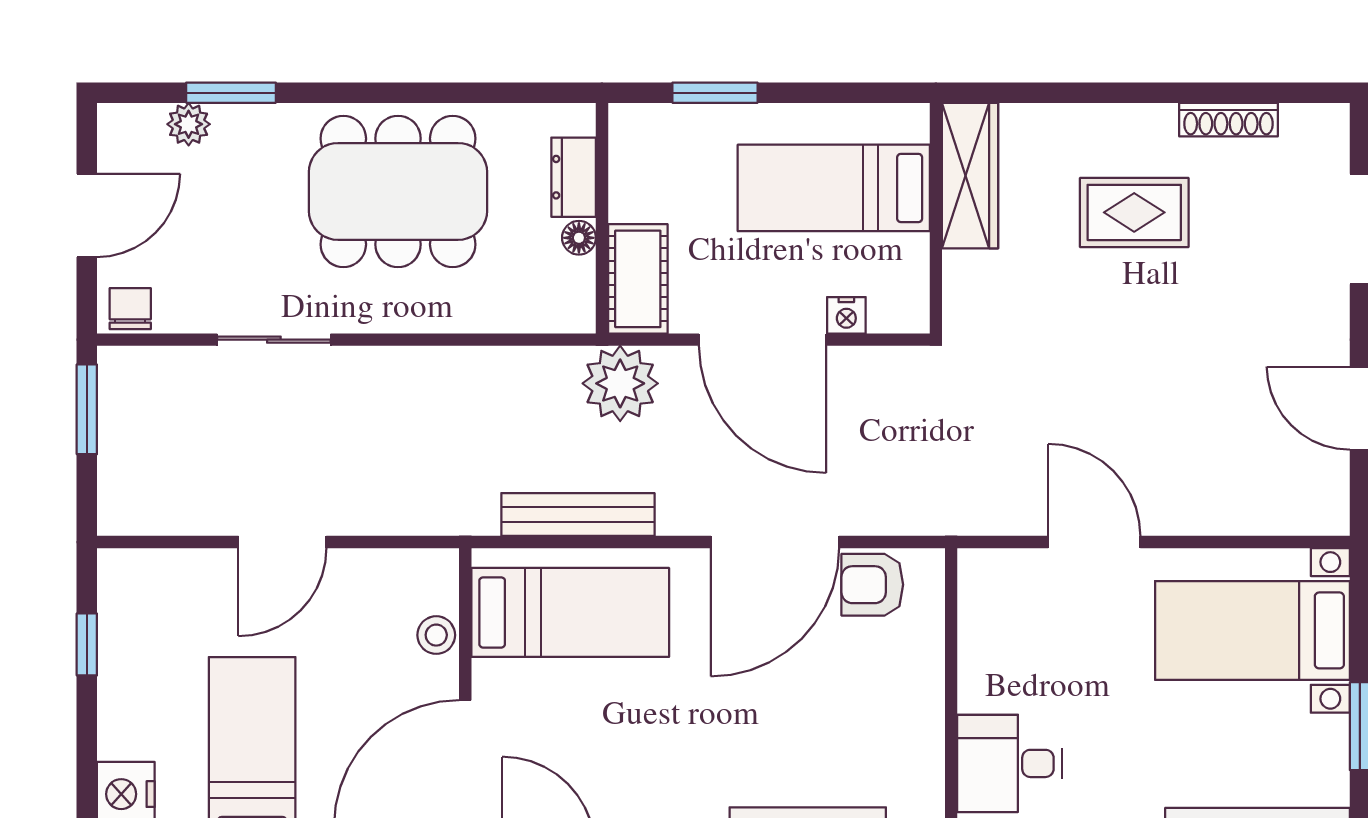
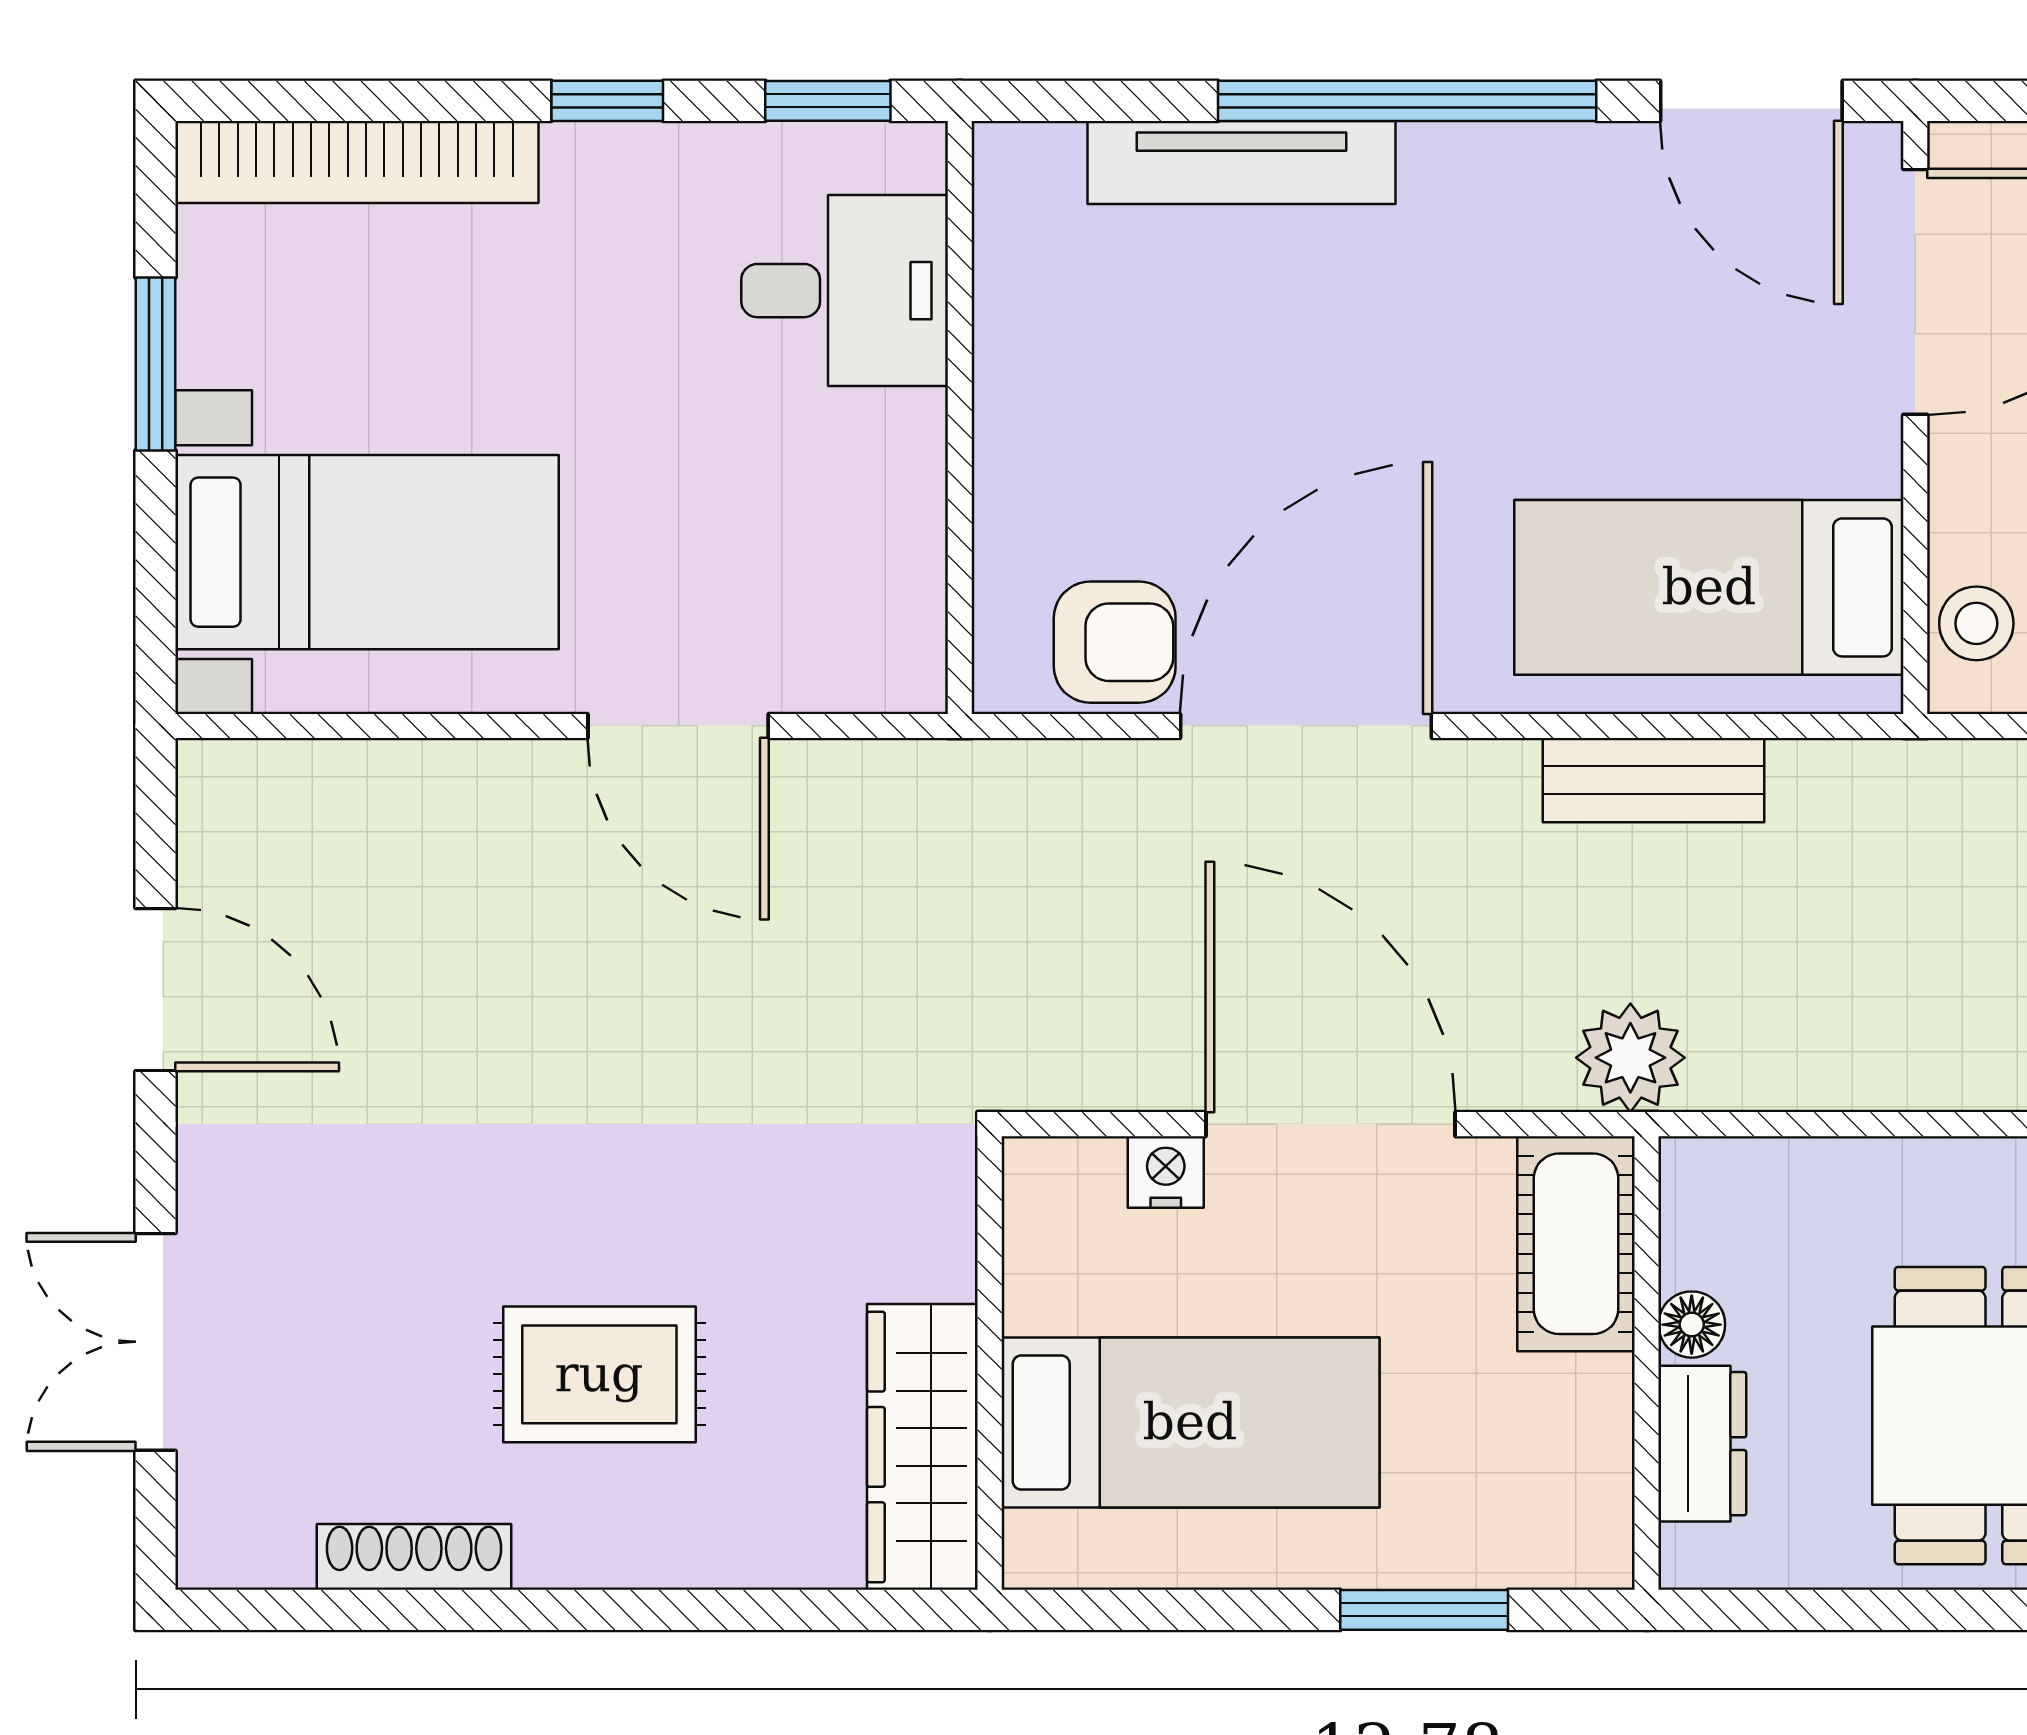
plant: (620, 383) -> (1630, 1058), width x0.73, depth x0.73
bench: (578, 515) -> (1653, 780), width x0.73
stool: (436, 635) -> (1976, 623), moved

